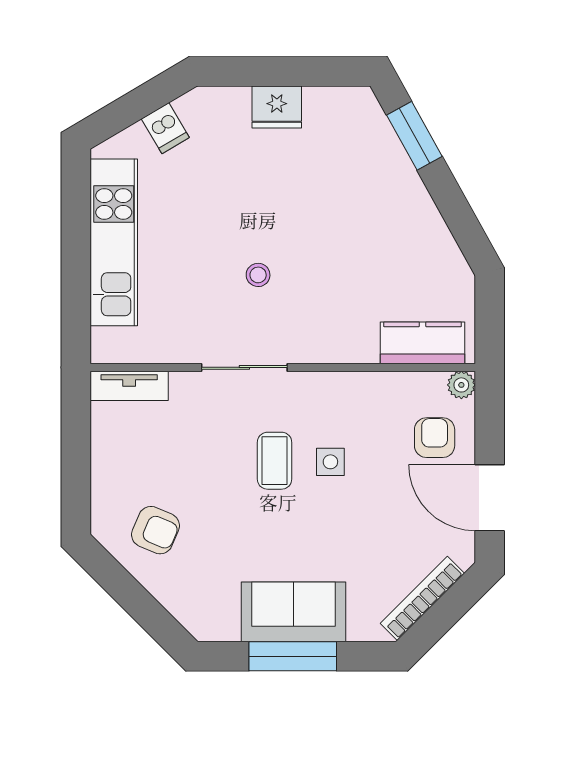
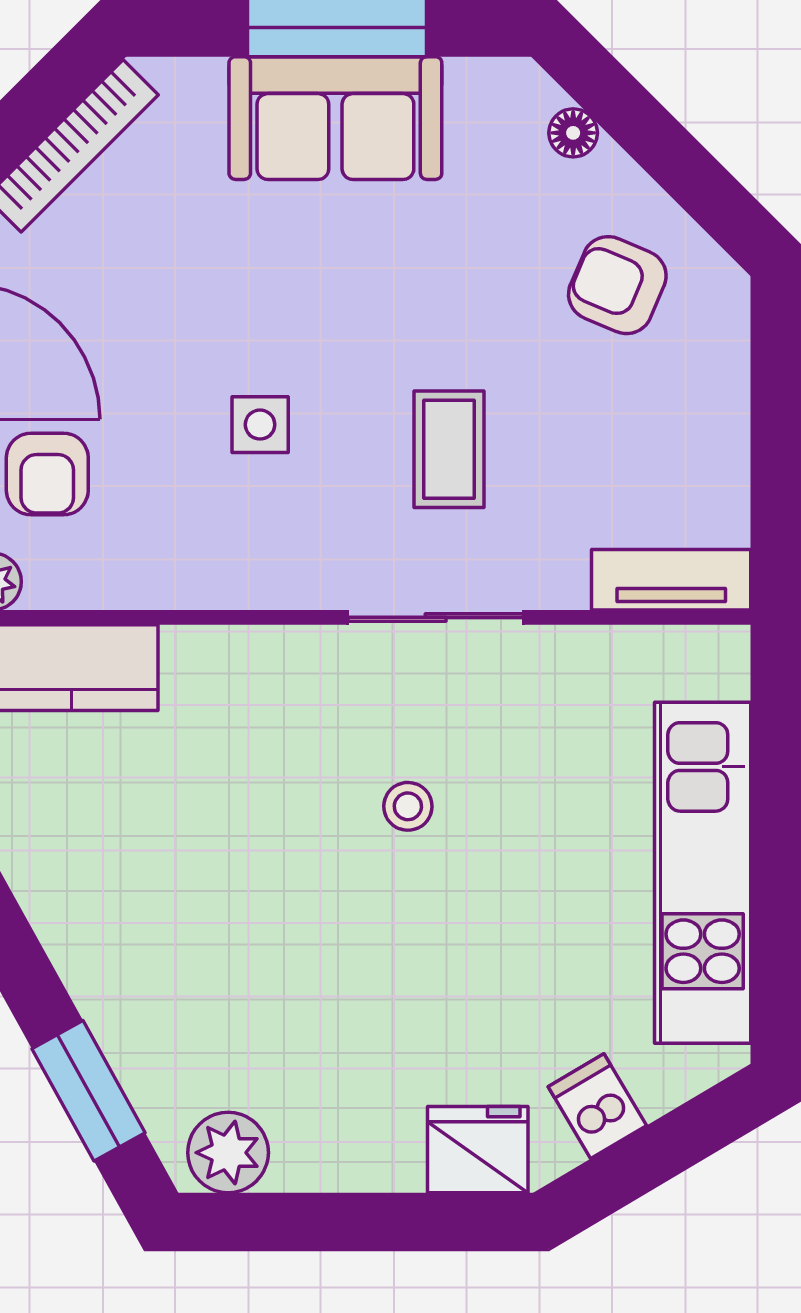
plant: (346, 105) -> (228, 1153), added
fridge: (277, 107) -> (478, 1150), moved
coffee table: (275, 461) -> (449, 449), moved
floor lamp: (177, 605) -> (573, 133), added

